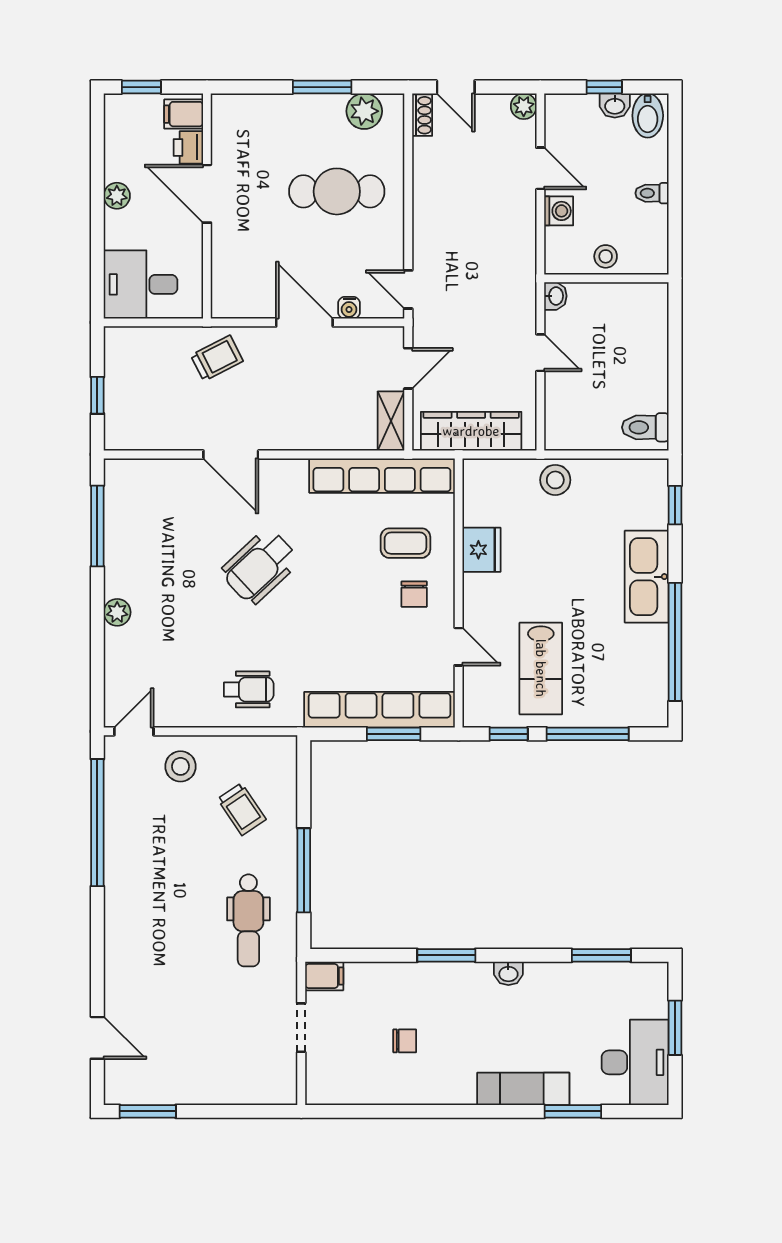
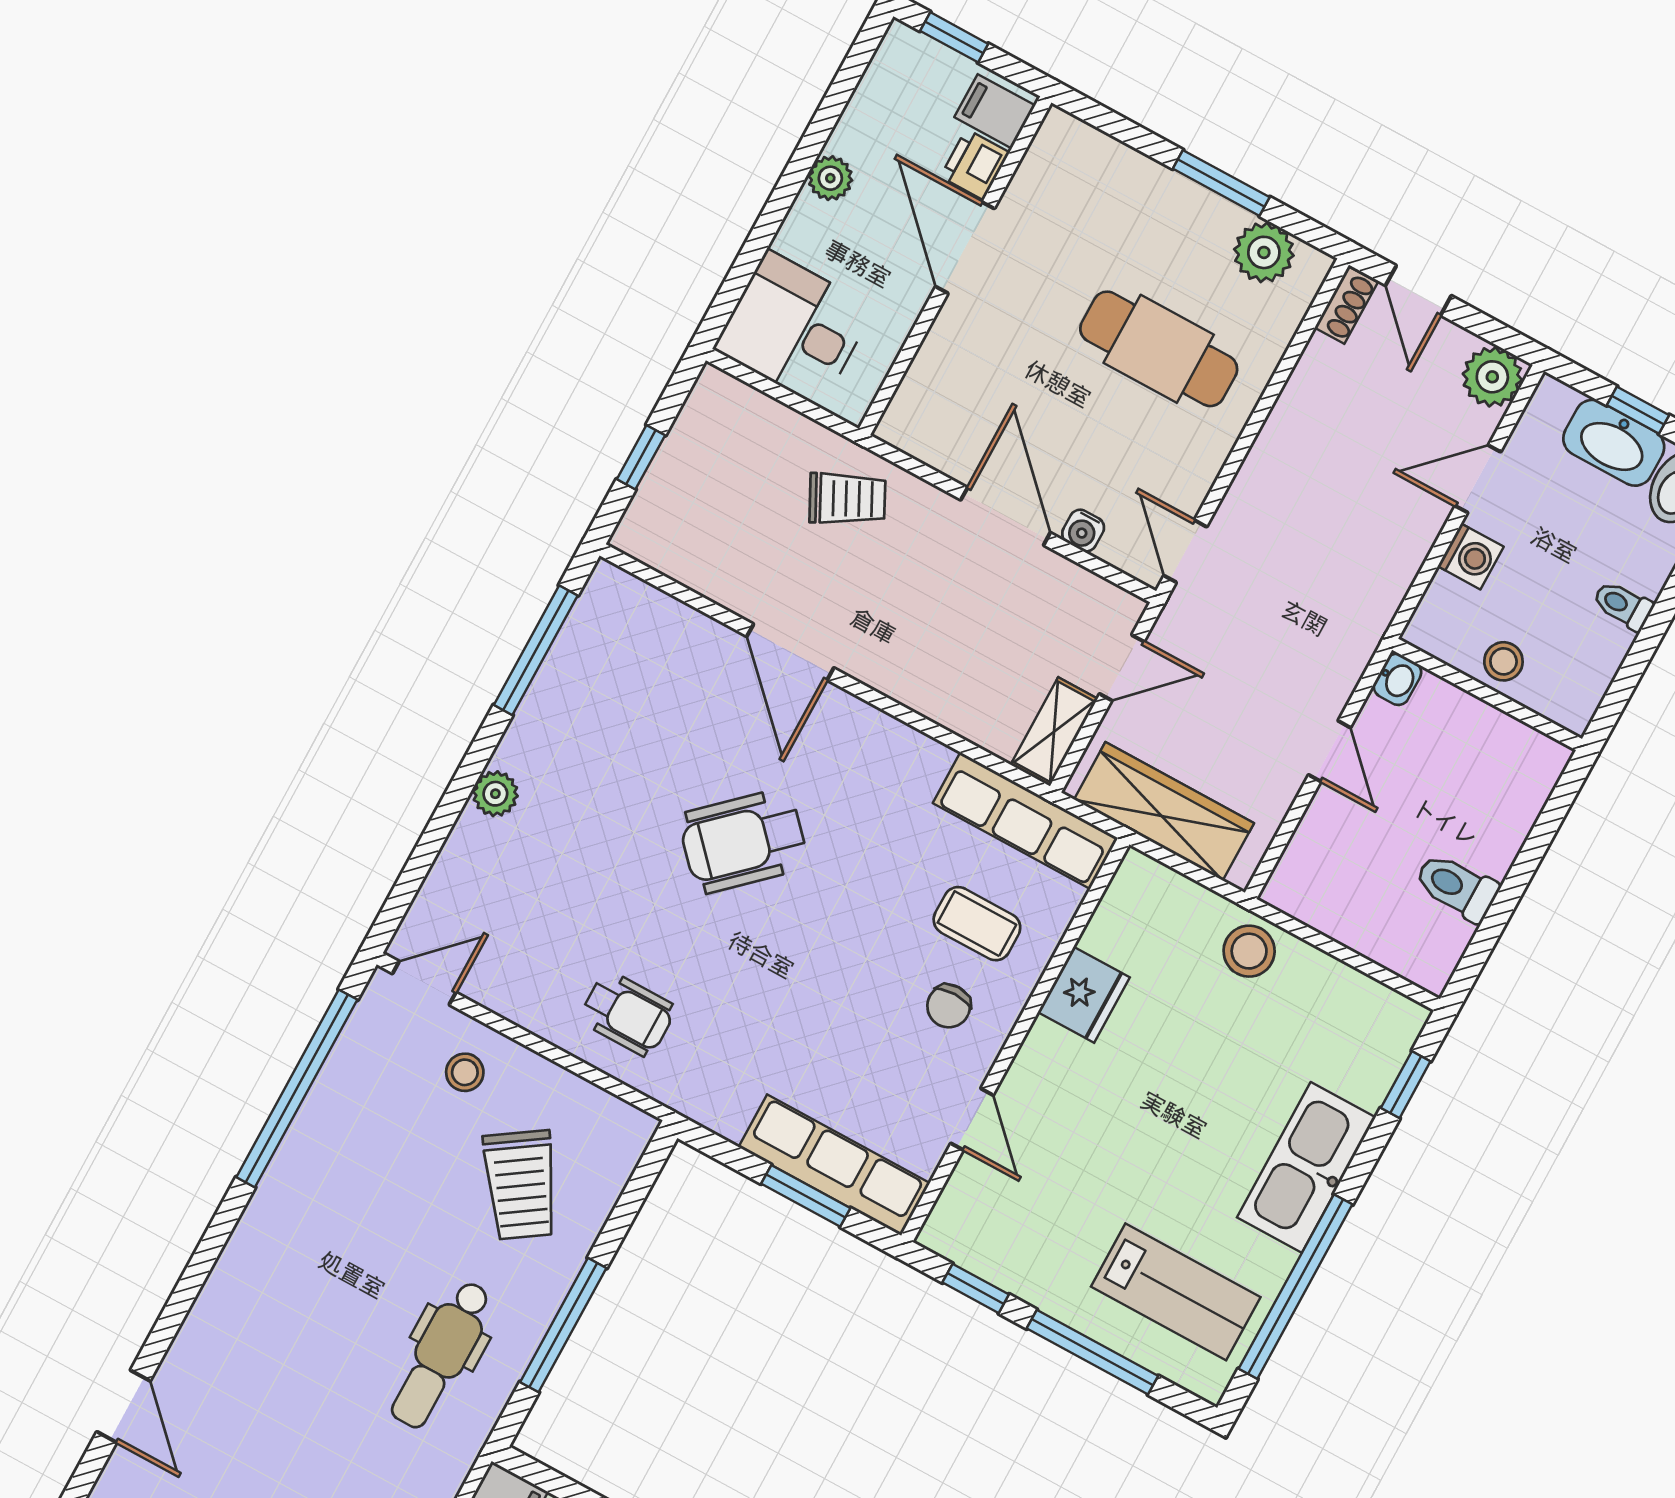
plant: (524, 106) -> (1492, 377), width x1.38, depth x1.38
washbasin: (615, 106) -> (1614, 443), width x1.91, depth x1.45
door: (540, 168) -> (1478, 479), swing flipped
toilet: (645, 427) -> (1457, 887), moved
row of seats: (382, 476) -> (1025, 821), width x0.73
lab bench: (541, 668) -> (1176, 1292), moved, turned -90
row of seats: (380, 710) -> (834, 1165), width x0.73
stool: (180, 766) -> (465, 1072), width x0.73, depth x0.73
trolley: (242, 809) -> (521, 1185), width x1.36, depth x1.39

